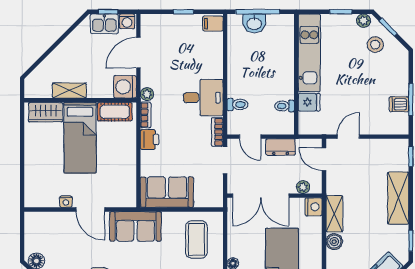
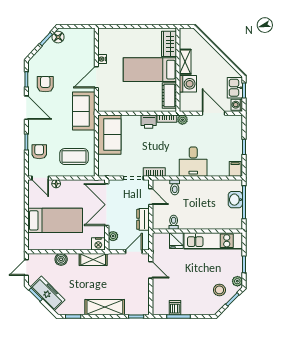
washing machine: (125, 87) -> (188, 84), moved, turned 90
desk: (203, 98) -> (193, 162), moved
door: (250, 137) -> (151, 197), swing flipped
boiler: (334, 242) -> (61, 259), moved

